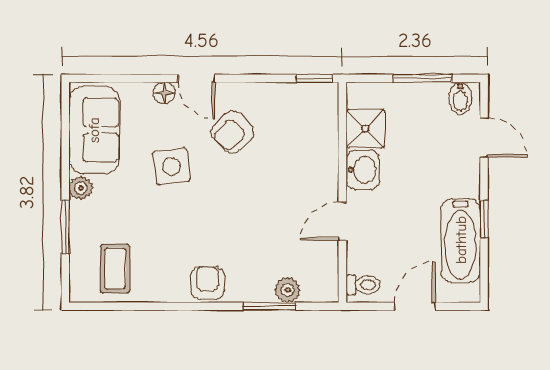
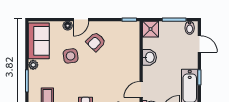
door: (197, 78) -> (81, 20), hinge flipped
shower: (365, 129) -> (150, 29), moved
door: (342, 221) -> (141, 90), moved

